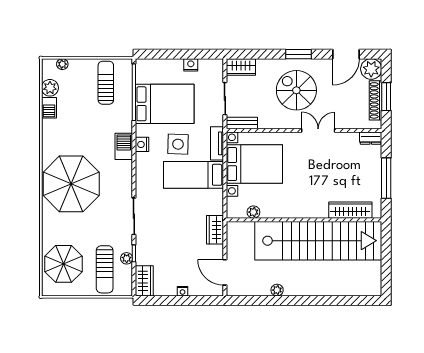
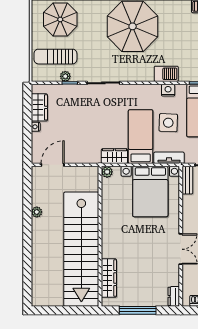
plant: (253, 212) -> (107, 172), moved
wardrobe: (215, 230) -> (114, 156), moved
wardrobe: (144, 281) -> (39, 107), moved, turned -90

